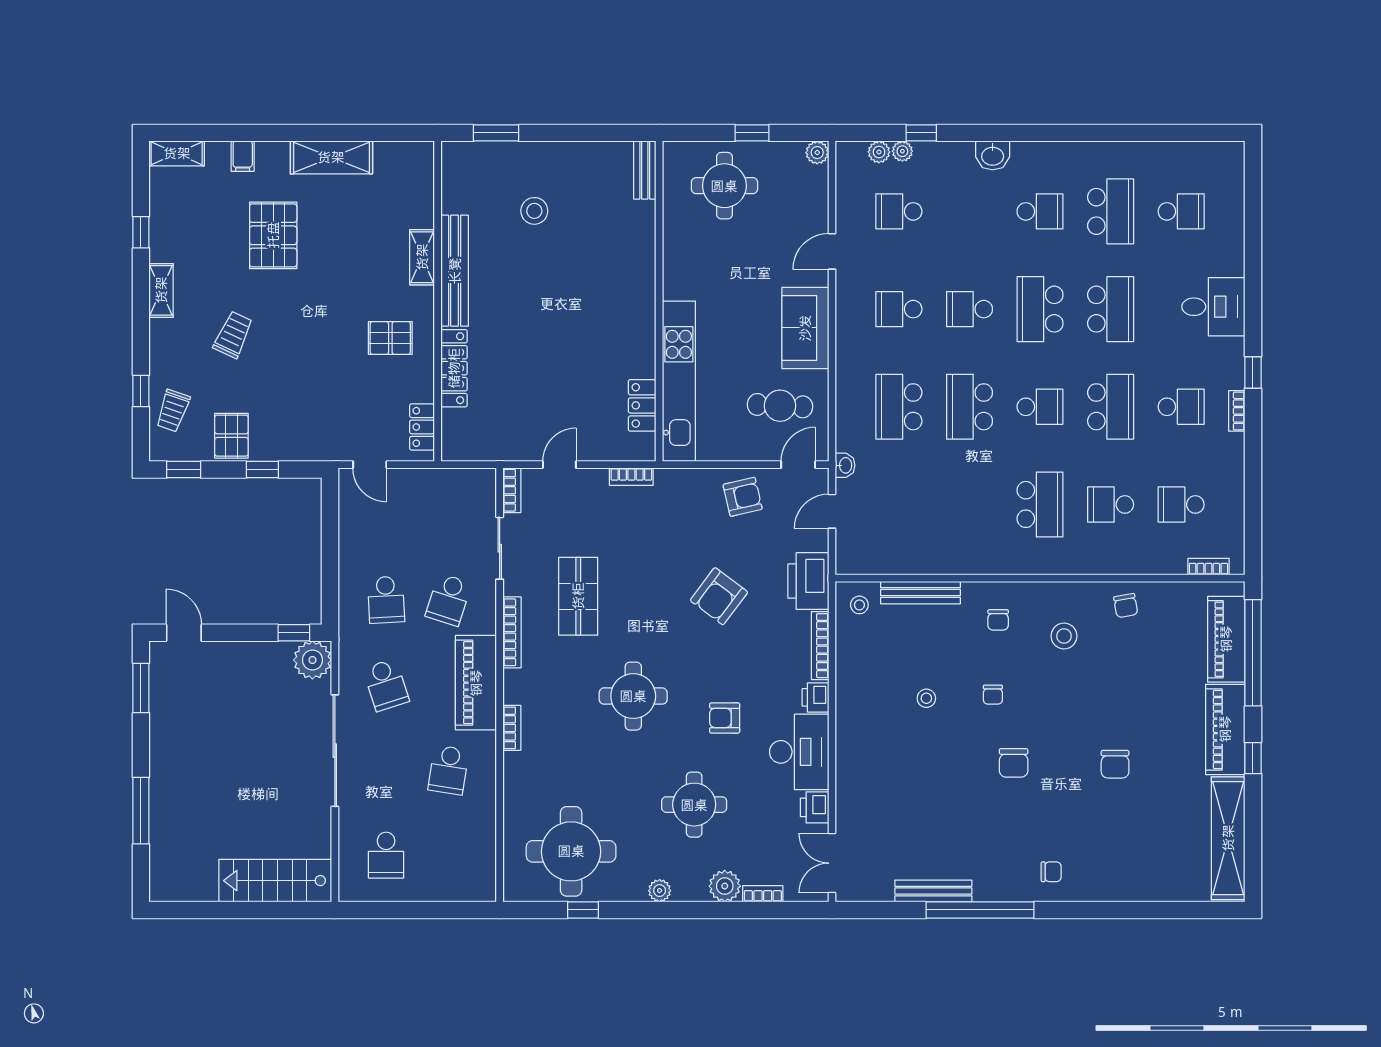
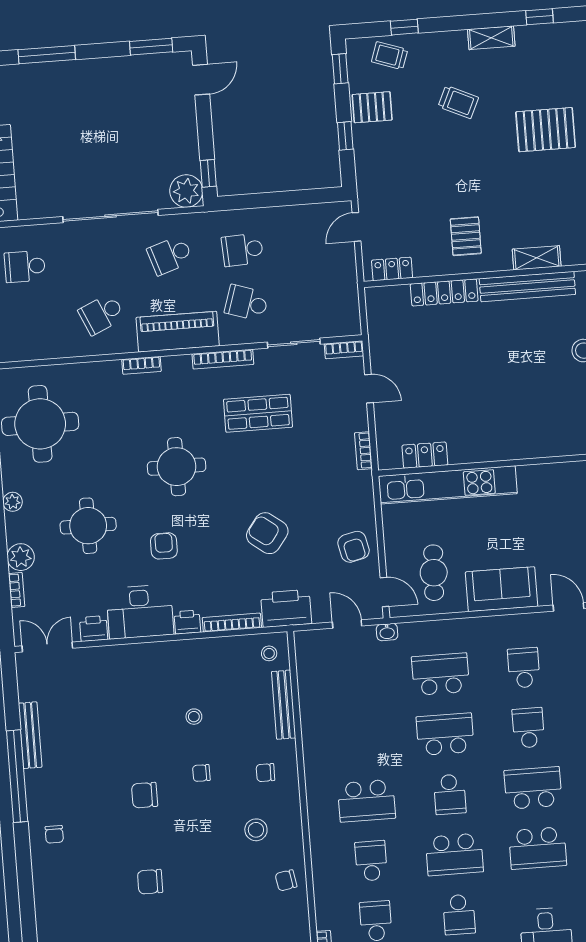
school desk: (448, 770) -> (101, 314), turned -33

